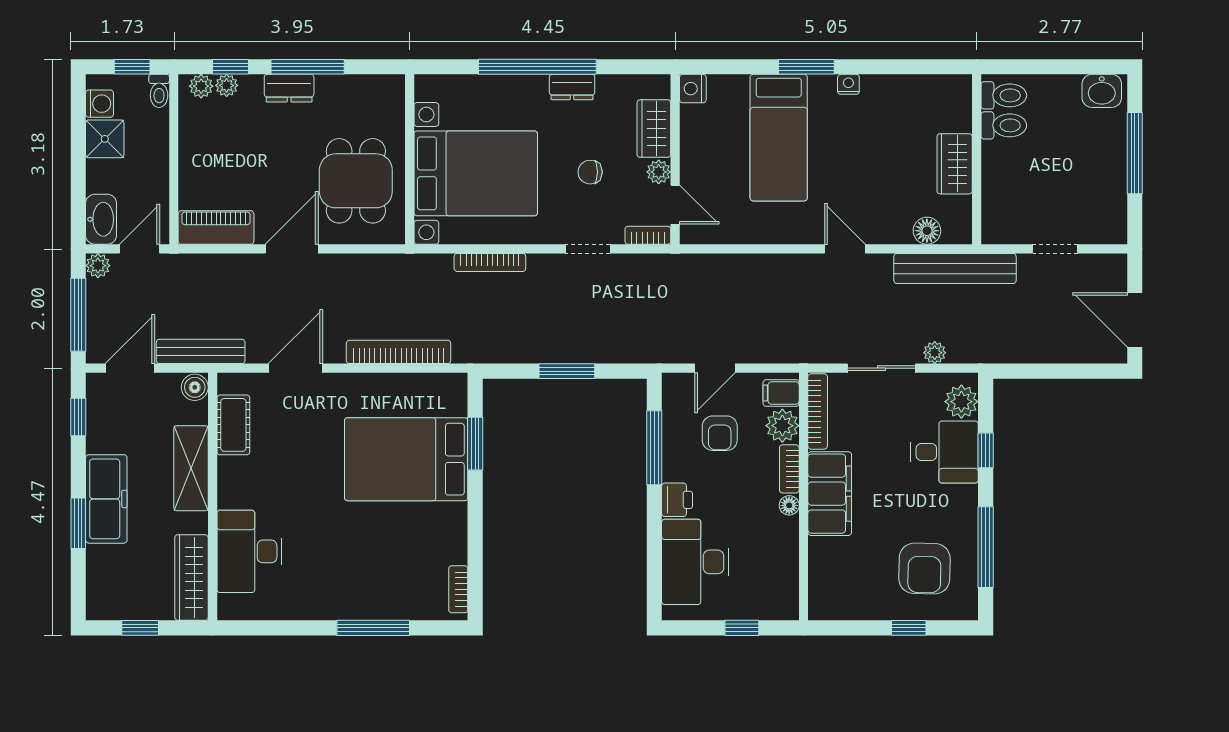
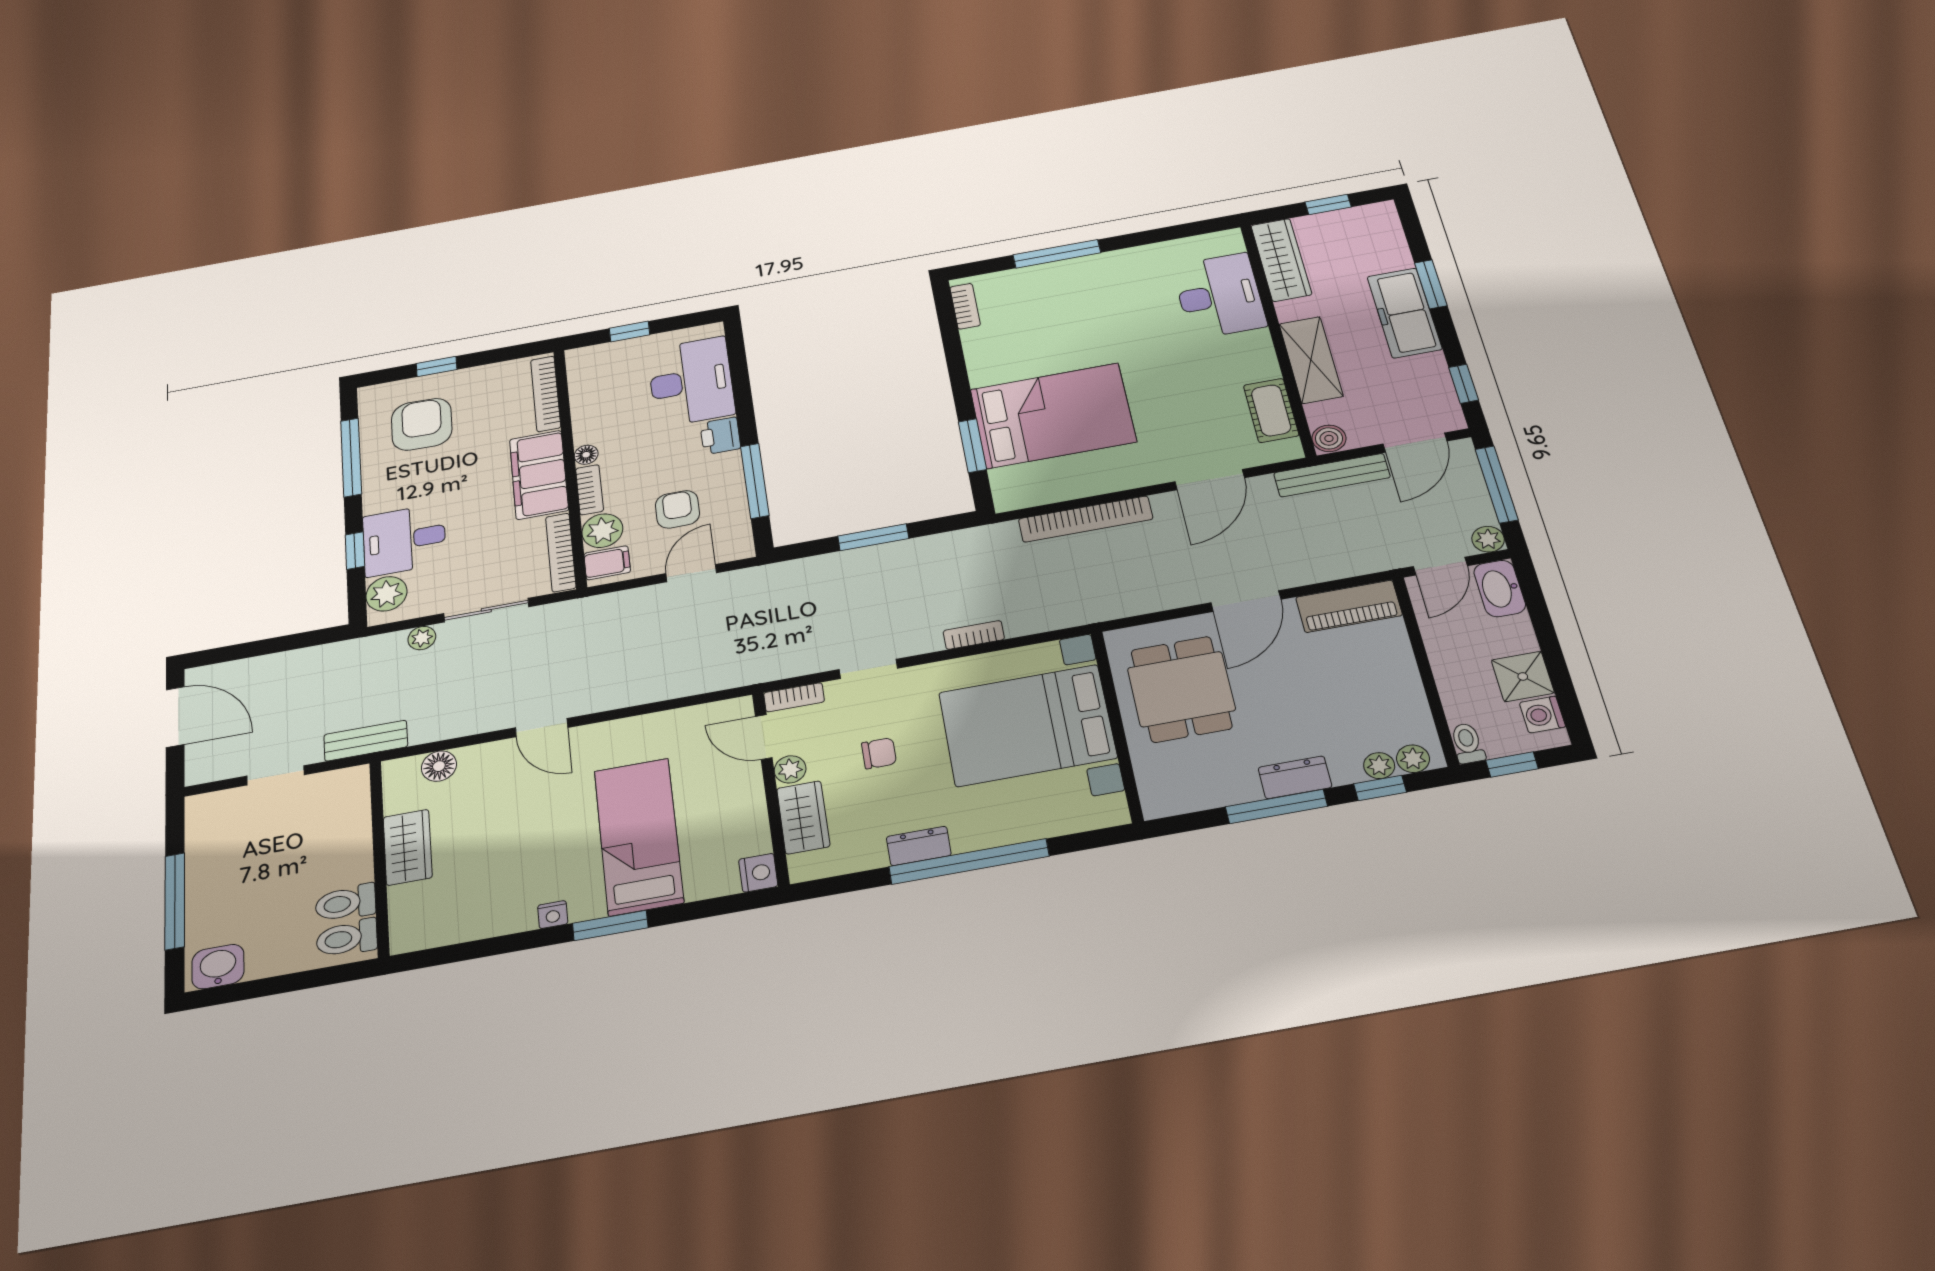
bookcase: (490, 262) -> (974, 635), width x0.64
bench: (955, 268) -> (366, 741), width x0.54, depth x0.82
bookcase: (818, 577) -> (546, 394), added

